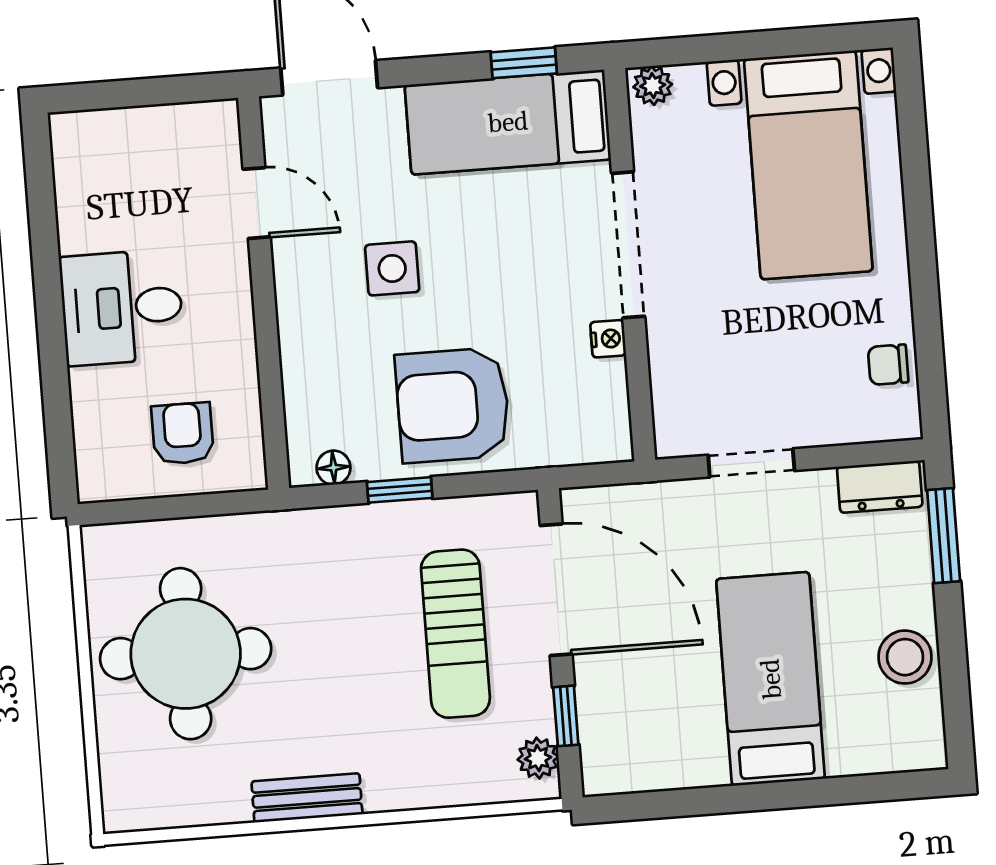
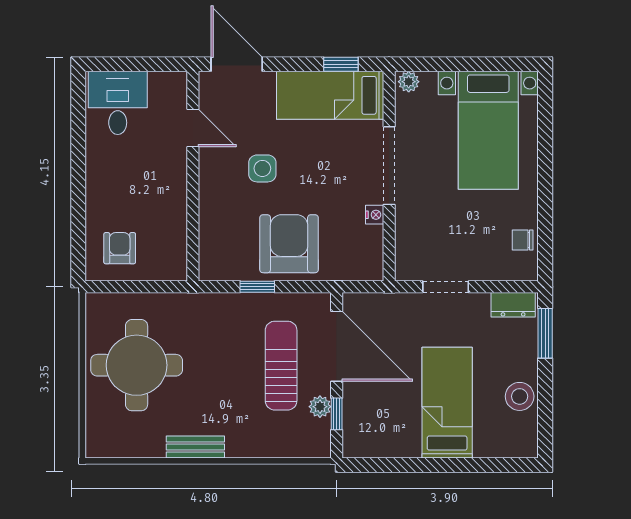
desk: (122, 307) -> (118, 103), moved, turned 90
armchair: (453, 405) -> (289, 244), turned 90
armchair: (183, 433) -> (120, 248), moved
floor lamp: (333, 468) -> (223, 272), removed
sun lounger: (455, 634) -> (281, 366), turned 180
plant: (538, 758) -> (320, 407), moved

